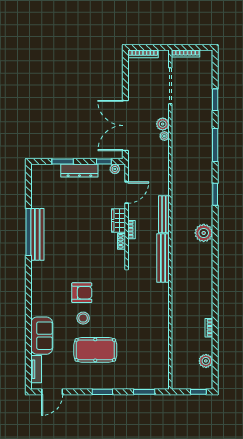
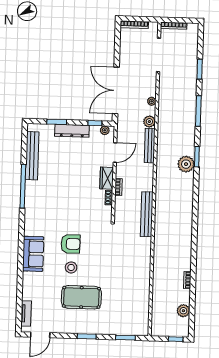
plant: (163, 124) -> (149, 122), moved
bench: (164, 214) -> (150, 146), moved
plant: (204, 233) -> (186, 164), moved
bench: (37, 234) -> (32, 156), moved
sofa: (42, 336) -> (33, 254), moved

